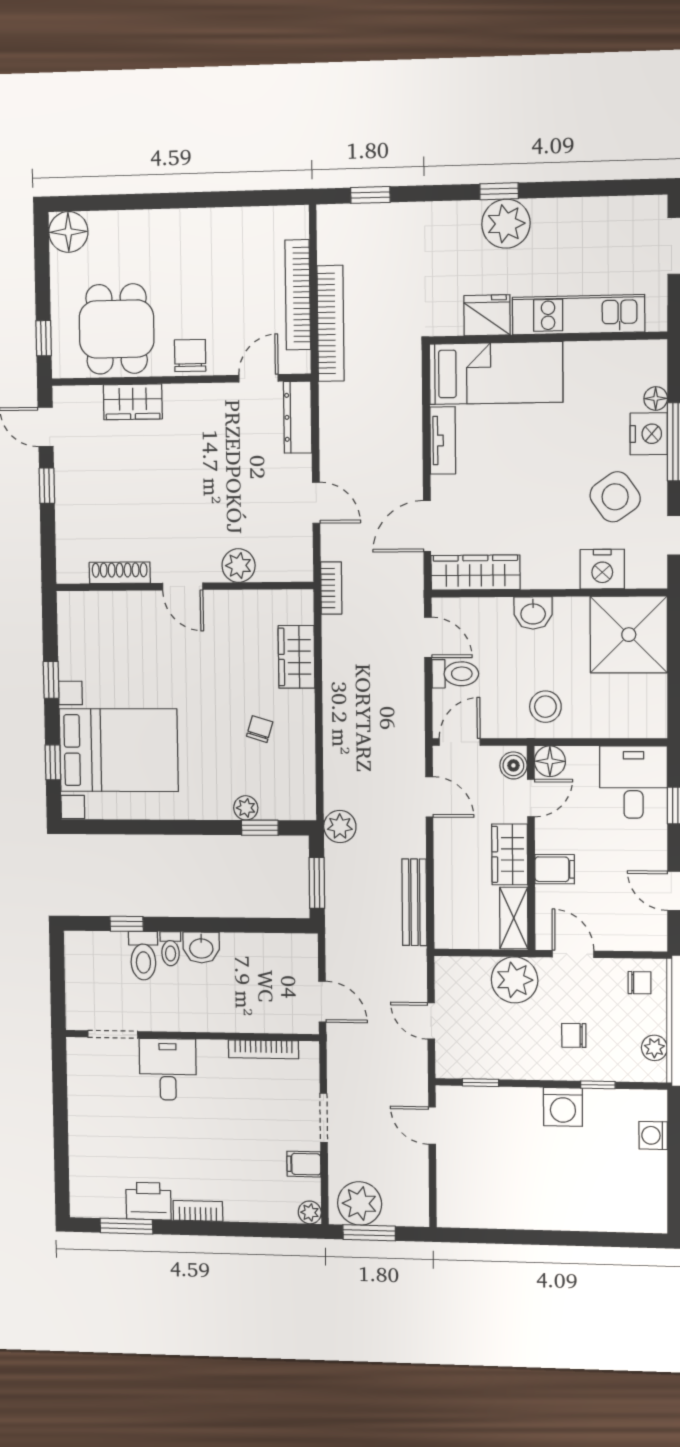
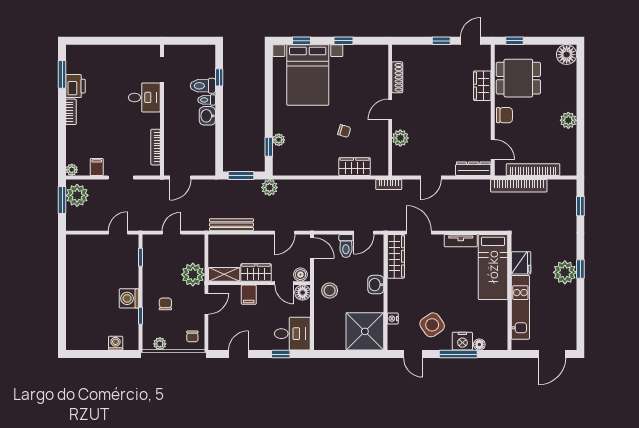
plant: (198, 225) -> (568, 120), added
nightstand: (602, 569) -> (393, 319), width x0.53, depth x0.56
chair: (260, 729) -> (344, 131), moved

